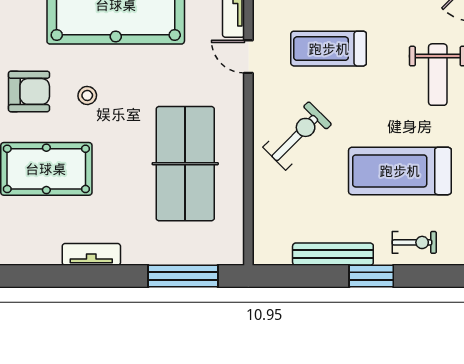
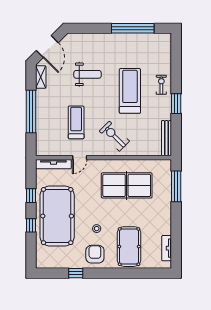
treadmill: (329, 49) -> (76, 122), turned 180
treadmill: (400, 171) -> (130, 91), turned 180
tv unit: (91, 254) -> (167, 248), moved
bench: (333, 254) -> (167, 138), moved

